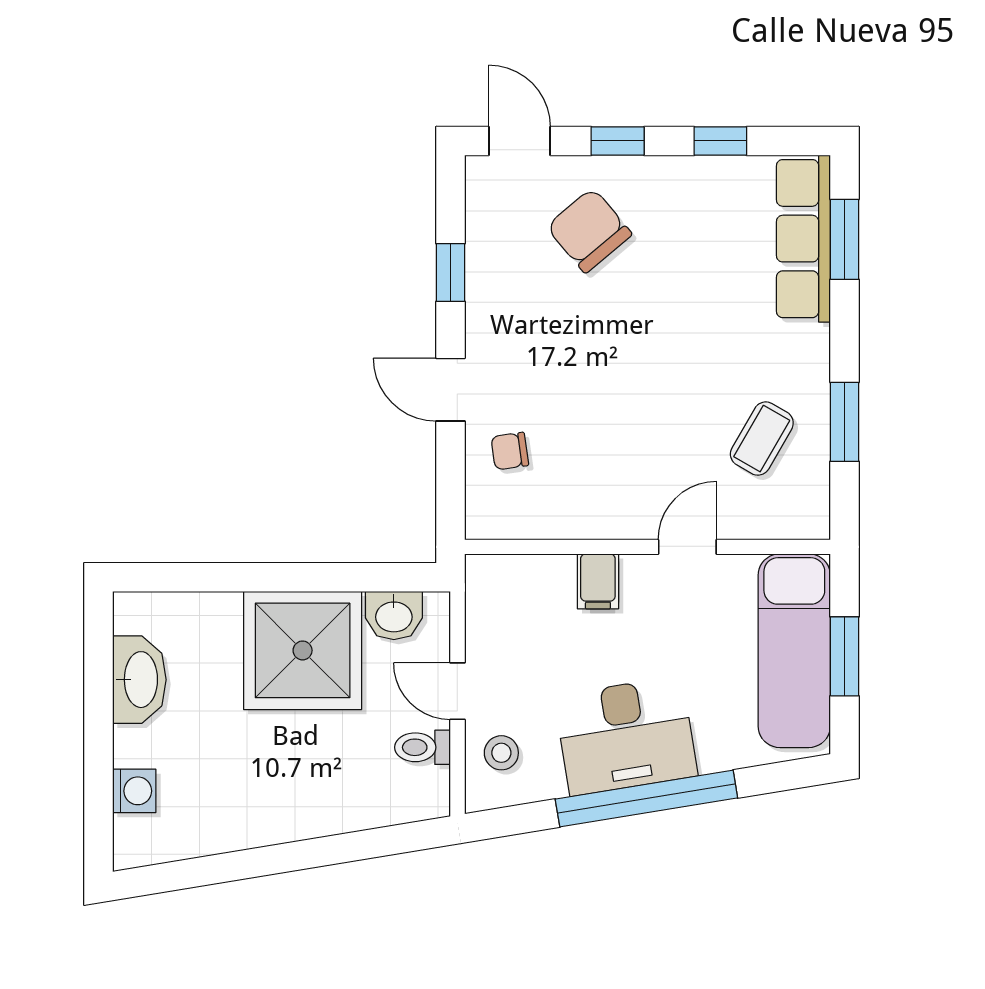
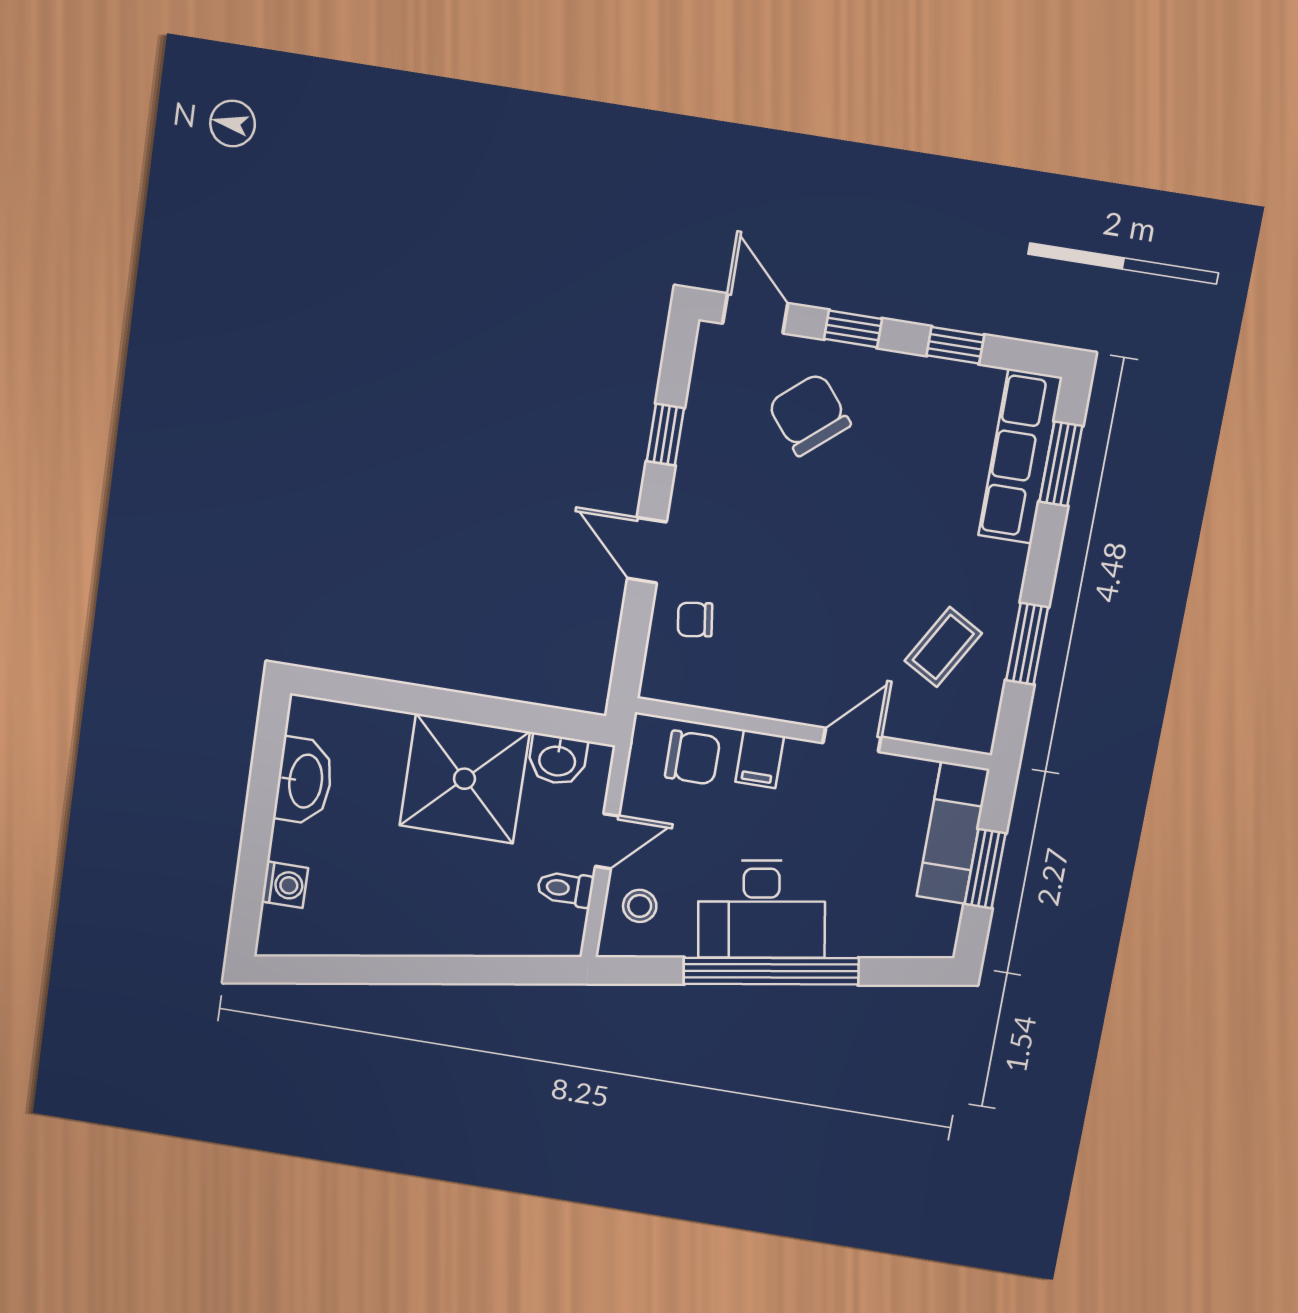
chair: (530, 591) -> (693, 758), added
exam couch: (794, 651) -> (953, 833), width x0.73, depth x0.69
door: (457, 691) -> (607, 841), swing flipped

